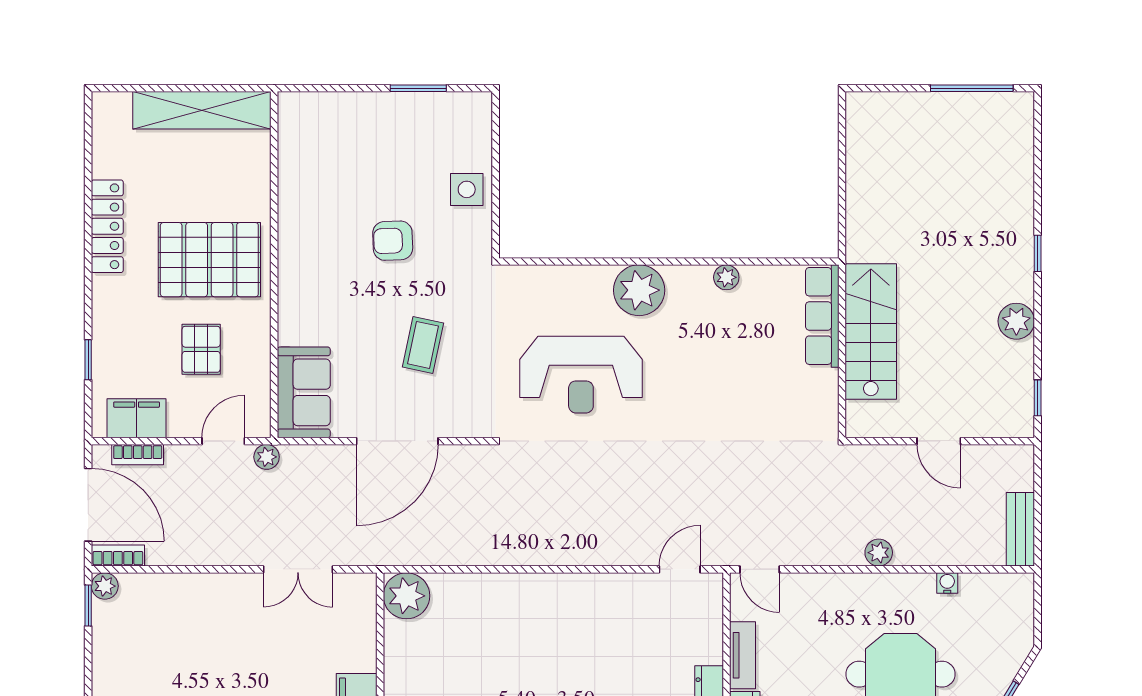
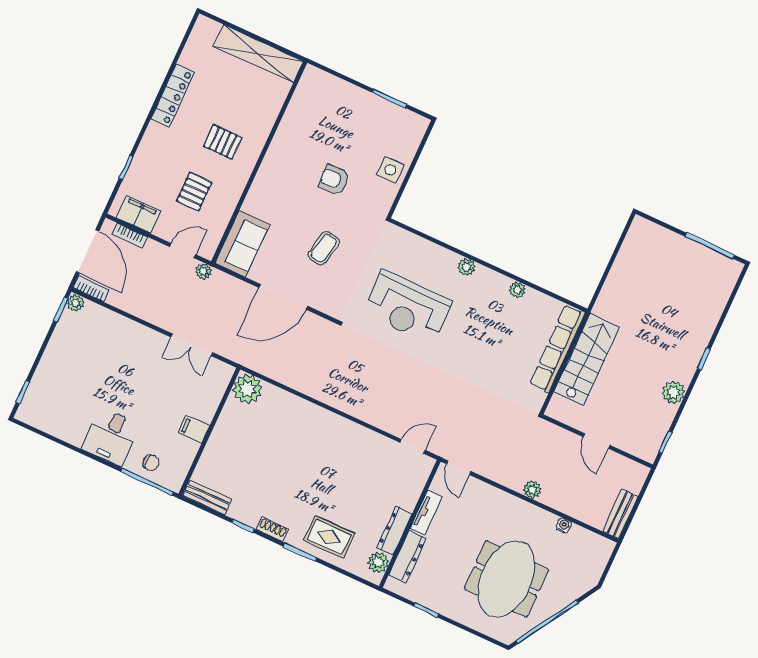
pallet: (209, 260) -> (223, 142), width x0.49, depth x0.50
plant: (639, 290) -> (467, 267), width x0.53, depth x0.53
row of seats: (822, 316) -> (557, 348), width x1.36

